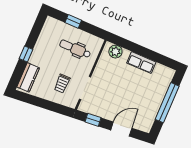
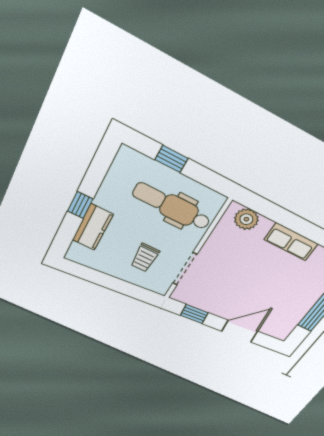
dental chair: (75, 49) -> (172, 207), width x1.36, depth x1.38
kitchen counter: (28, 77) -> (93, 227), moved

